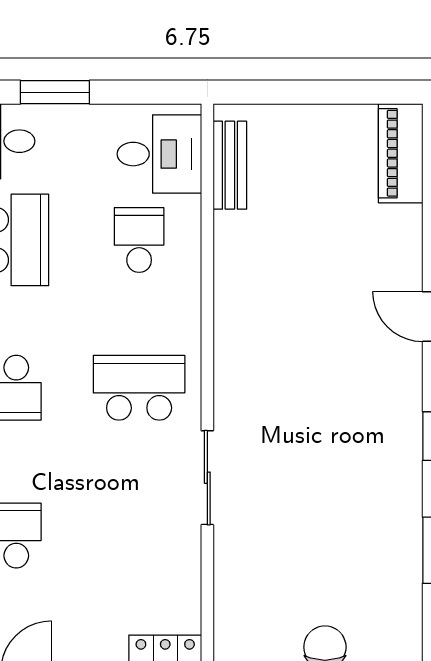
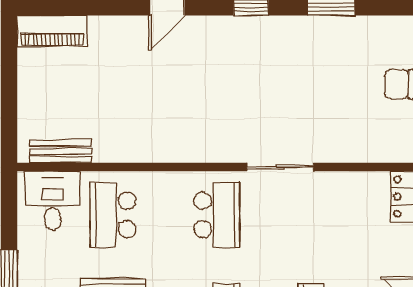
school desk: (139, 240) -> (113, 215), width x1.85
school desk: (139, 388) -> (217, 215), turned 180

